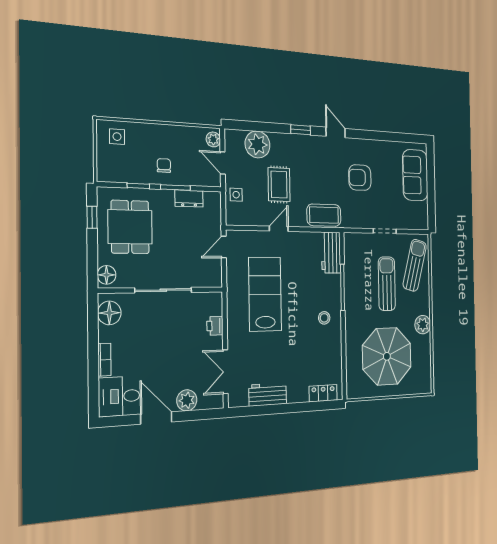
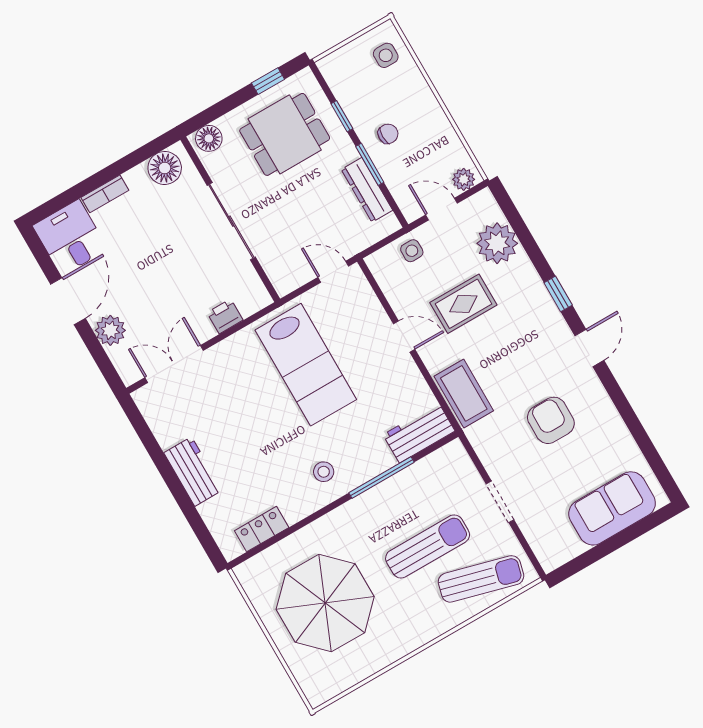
door: (223, 163) -> (441, 209), hinge flipped
dresser: (189, 198) -> (367, 190), width x1.44
lab bench: (265, 294) -> (306, 365), turned 90
plant: (423, 325) -> (403, 640), removed
locker: (323, 393) -> (262, 529), moved, turned -90
workbench: (268, 394) -> (193, 472), moved

